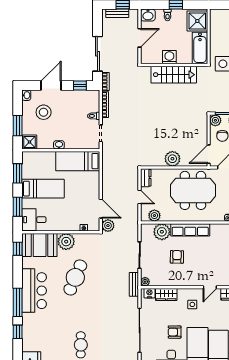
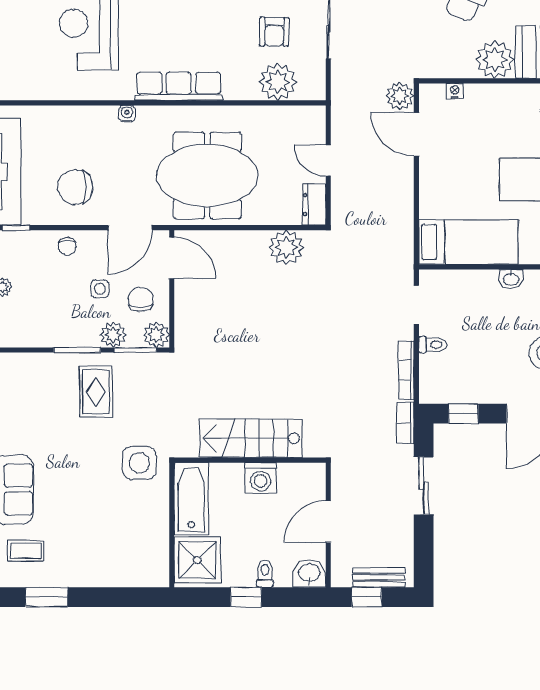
sliding door: (97, 54) -> (424, 486), width x0.73
door: (209, 154) -> (172, 258), hinge flipped
plant: (172, 159) -> (286, 247), moved
plant: (154, 216) -> (295, 119), removed
row of seats: (190, 230) -> (179, 86), moved
armchair: (177, 257) -> (274, 32), moved

